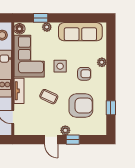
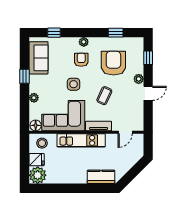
window: (41, 18) -> (25, 76), moved
sofa: (80, 32) -> (39, 58), width x0.73
window: (111, 47) -> (54, 33), added
plant: (102, 62) -> (84, 42), moved
window: (73, 140) -> (148, 58), moved

